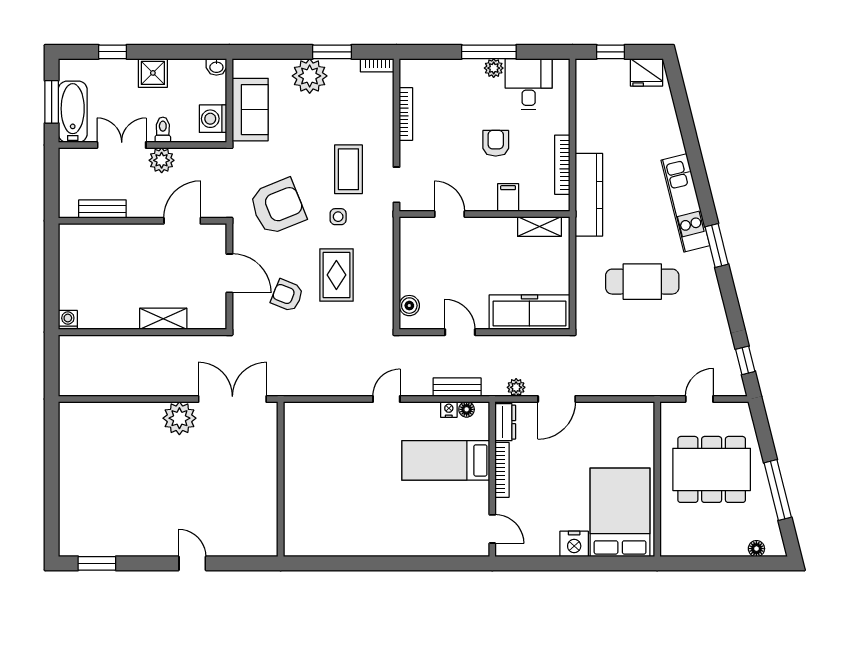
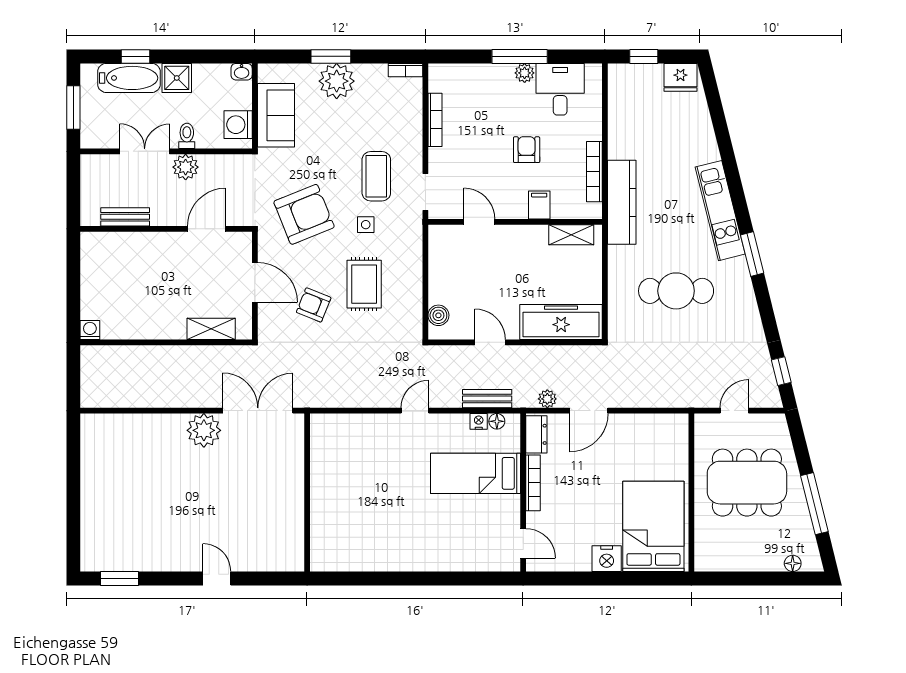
window: (332, 52) -> (331, 56), moved
bathtub: (73, 112) -> (129, 78), moved, turned 90
shelving: (163, 319) -> (211, 329), moved

